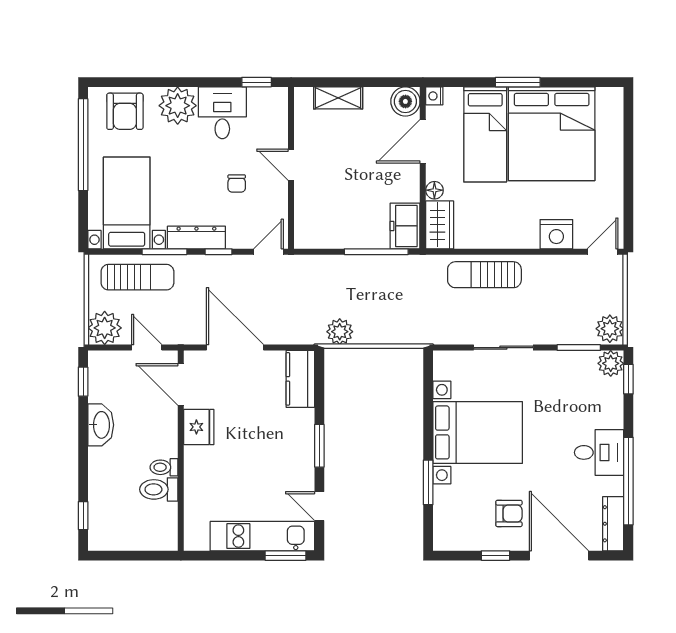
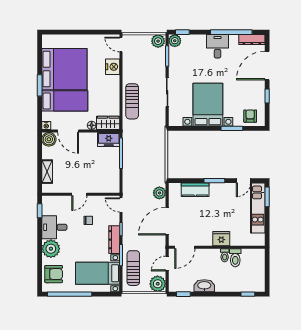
plant: (340, 332) -> (159, 193), moved
kitchen counter: (300, 379) -> (195, 190), moved
fridge: (199, 427) -> (221, 239), moved
armchair: (509, 513) -> (250, 116), moved

